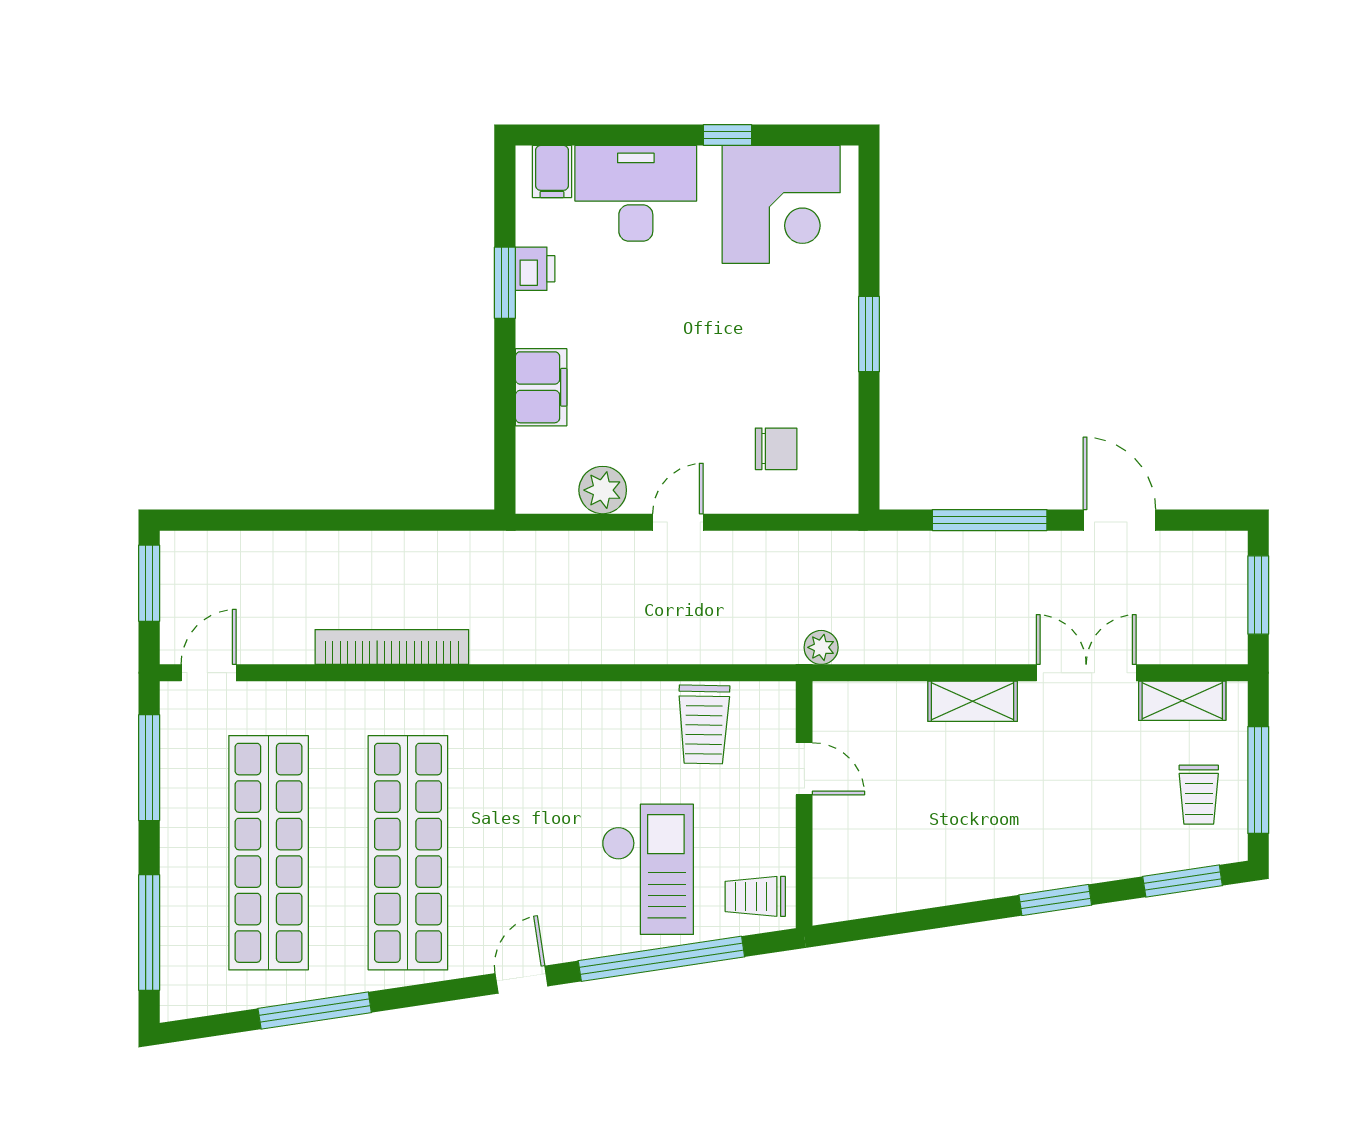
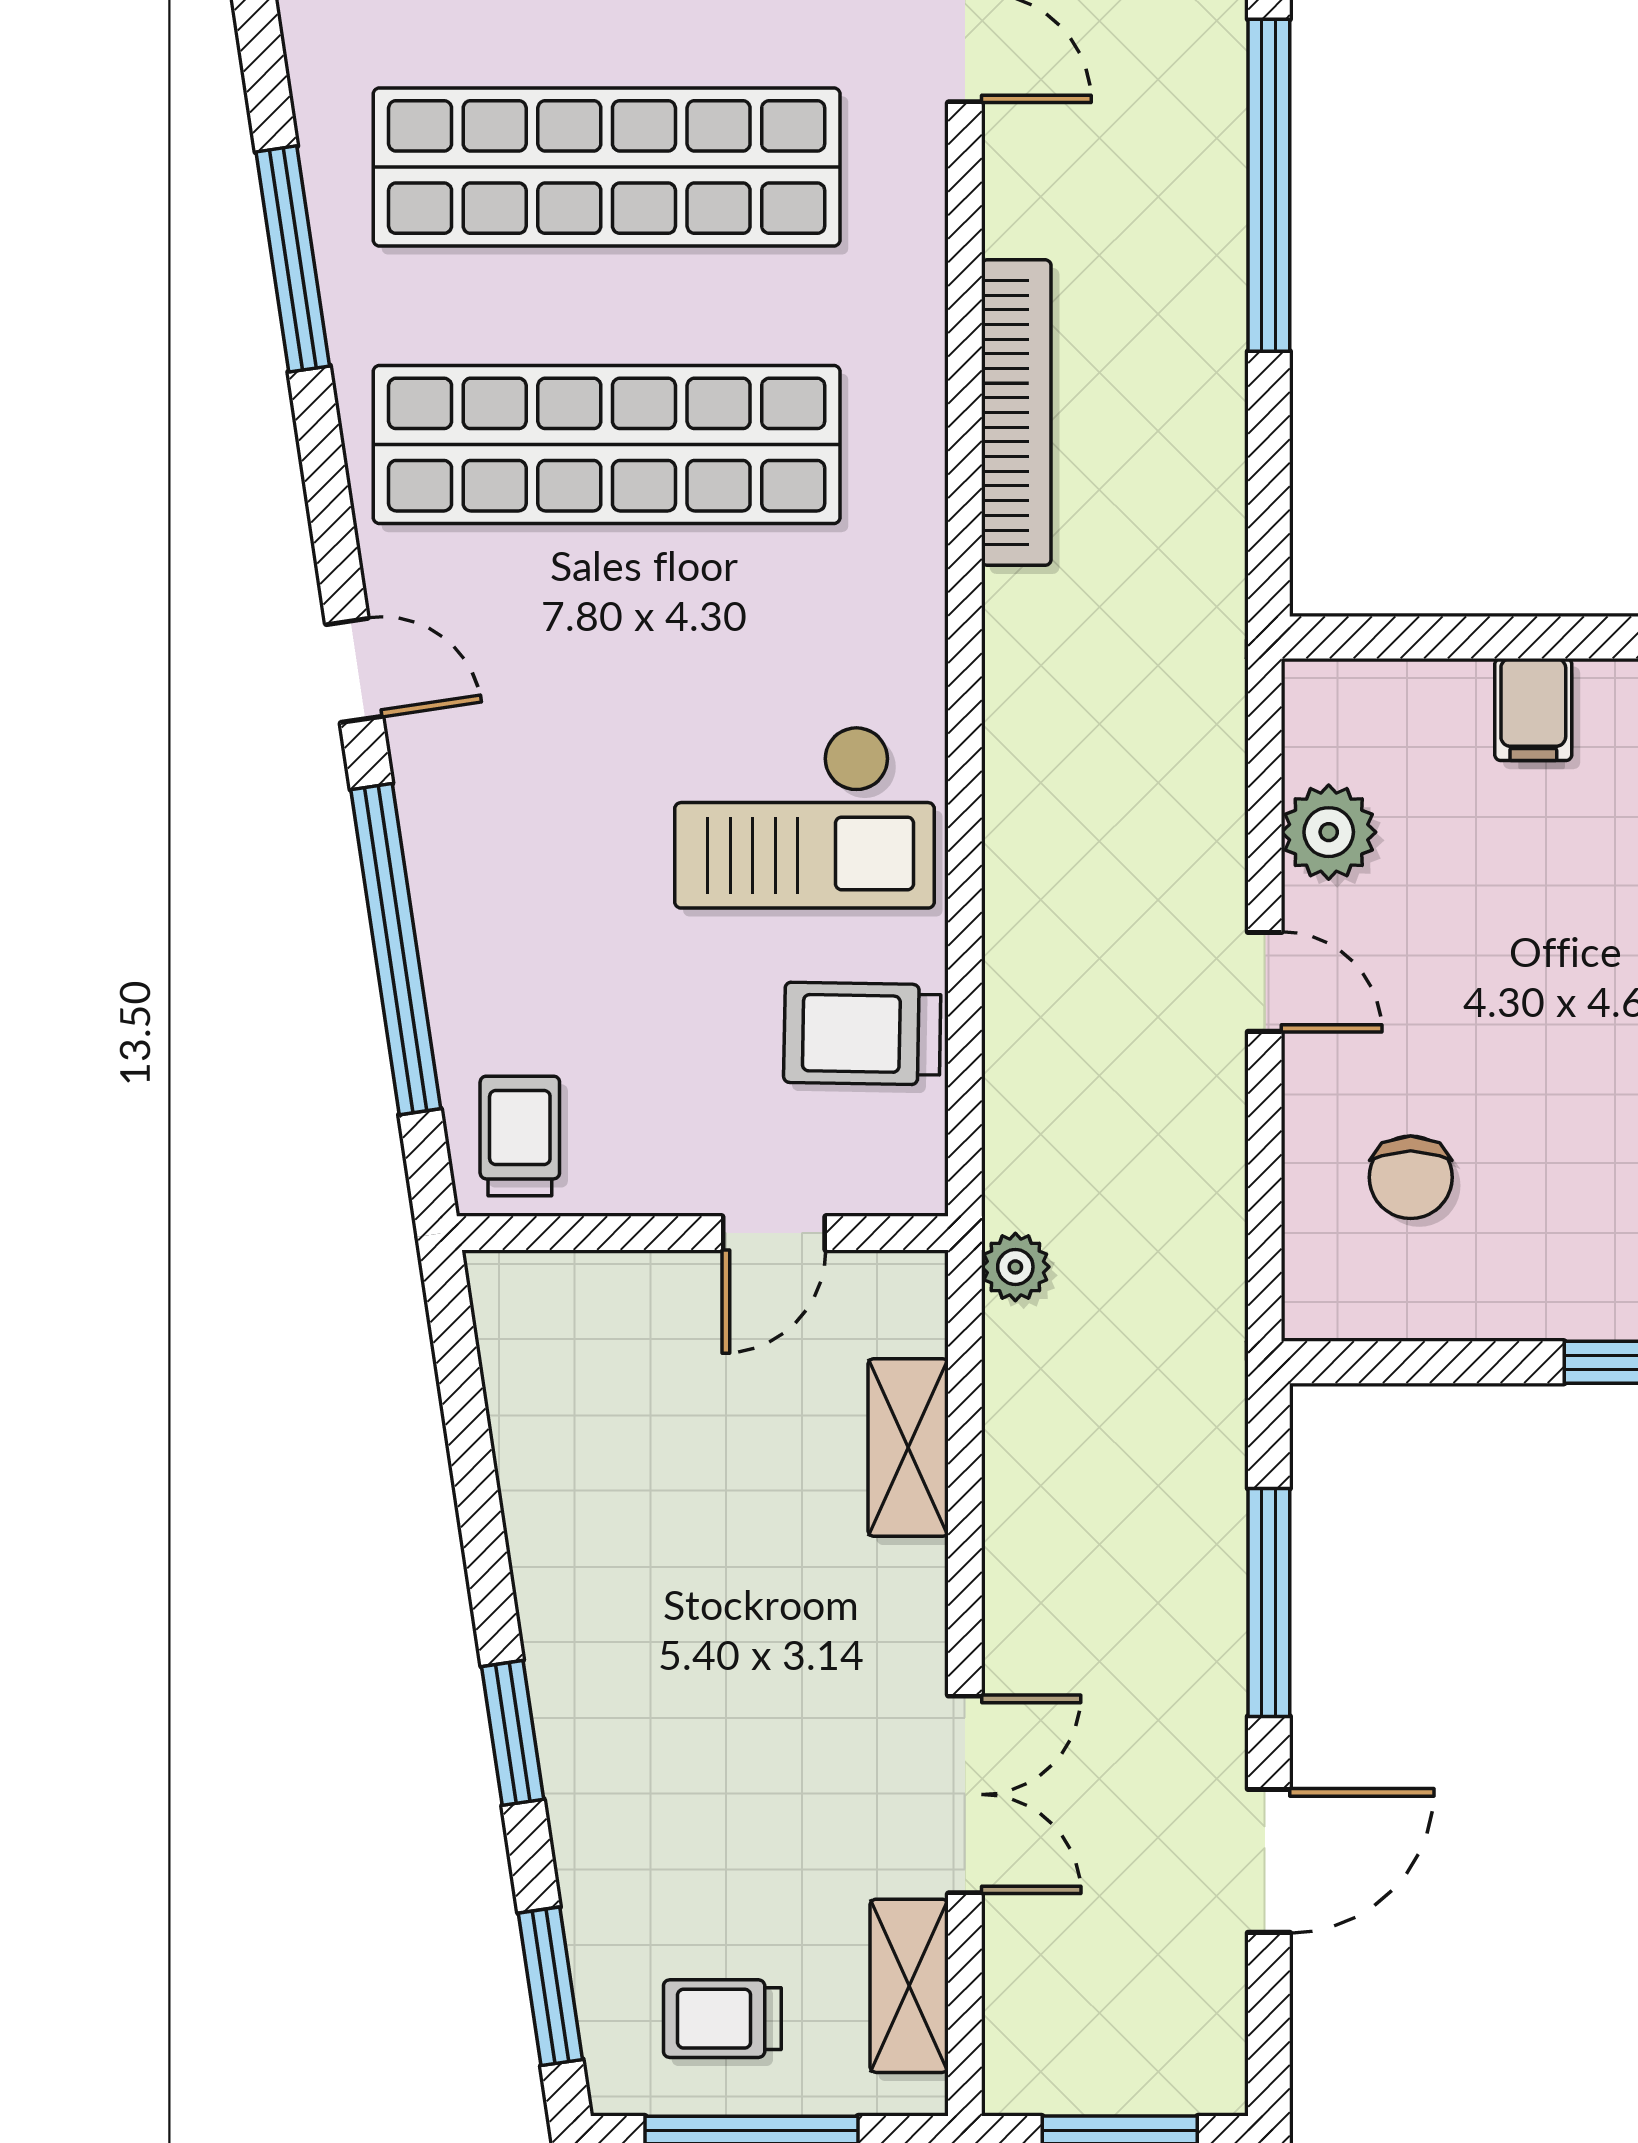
filing cabinet: (541, 387) -> (1533, 709), width x0.50
window: (278, 520) -> (1269, 185), added
shelving: (973, 701) -> (908, 1448), moved
checkout: (648, 869) -> (805, 817), moved

